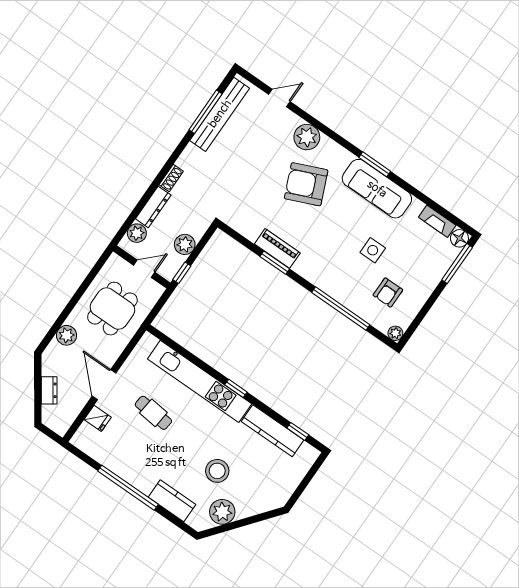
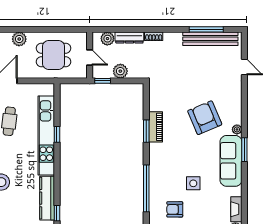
plant: (307, 137) -> (237, 129), moved, width x0.53, depth x0.53
window: (236, 388) -> (57, 134), moved

